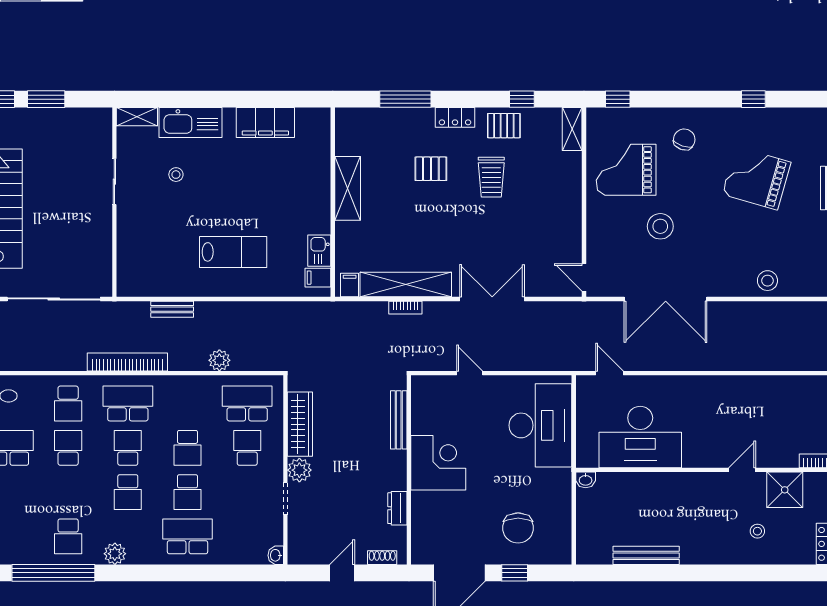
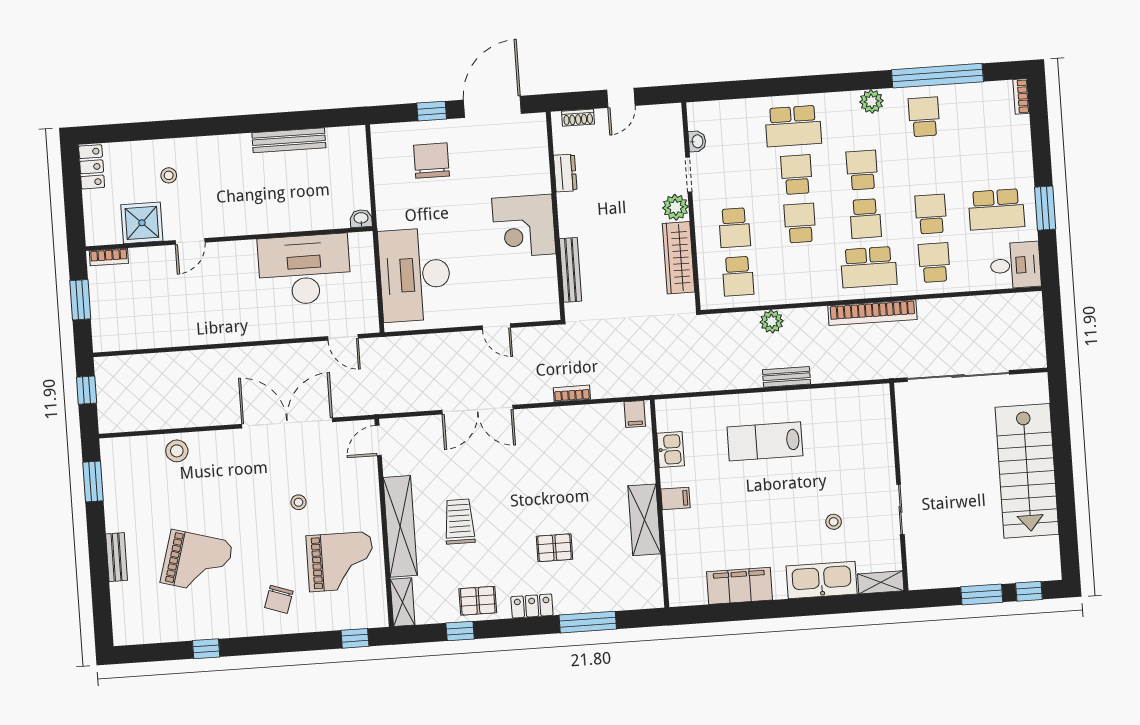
trolley: (491, 177) -> (459, 522), moved
stool: (660, 226) -> (299, 502), width x0.53, depth x0.53
door: (584, 277) -> (378, 440), swing flipped
filing cabinet: (318, 278) -> (675, 498), moved
shelving: (406, 284) -> (400, 526), moved, turned 90
bench: (172, 309) -> (786, 377), moved
school desk: (247, 403) -> (738, 276), width x0.54
school desk: (68, 448) -> (931, 214), turned 180
washbasin: (276, 555) -> (697, 141), moved

